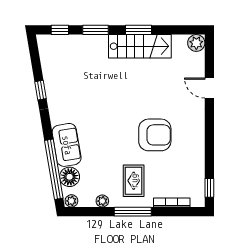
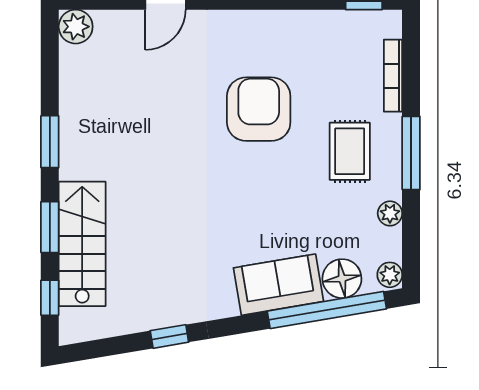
stairs: (140, 46) -> (82, 244), moved
rug: (134, 181) -> (350, 151), turned 90

